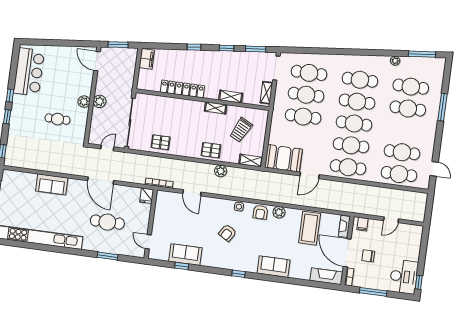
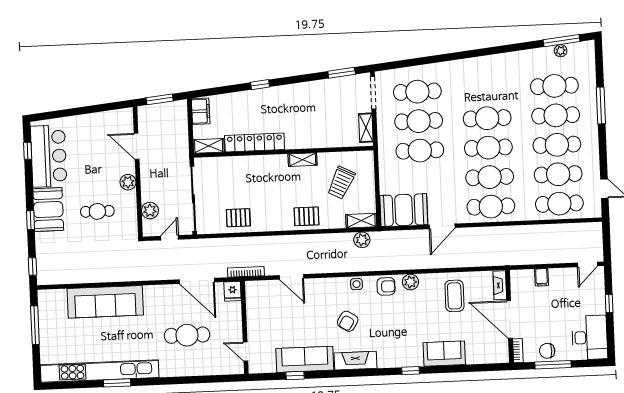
window: (227, 48) -> (303, 78), removed
door: (97, 61) -> (137, 146), moved
plant: (395, 61) -> (561, 51), moved
cafe table: (360, 80) -> (557, 145), moved
window: (10, 95) -> (28, 151), moved
shelving: (231, 97) -> (209, 146), moved
plant: (100, 101) -> (150, 211), moved
booth: (22, 111) -> (48, 210), added
plant: (221, 171) -> (362, 240), moved
door: (101, 180) -> (197, 281), moved
sofa: (52, 184) -> (105, 302), width x1.85, depth x1.27
armchair: (260, 212) -> (386, 286), turned -90
door: (391, 220) -> (587, 264), moved
filing cabinet: (362, 224) -> (542, 277), moved
coffee table: (310, 228) -> (454, 296), width x0.73, depth x0.76
sofa: (185, 255) -> (305, 359), width x1.36
window: (107, 256) -> (117, 383), moved
chair: (368, 256) -> (547, 351), moved
sofa: (274, 267) -> (444, 354), moved
window: (238, 274) -> (411, 371), moved
fireplace: (326, 276) -> (355, 361), moved
window: (419, 282) -> (609, 304), moved

